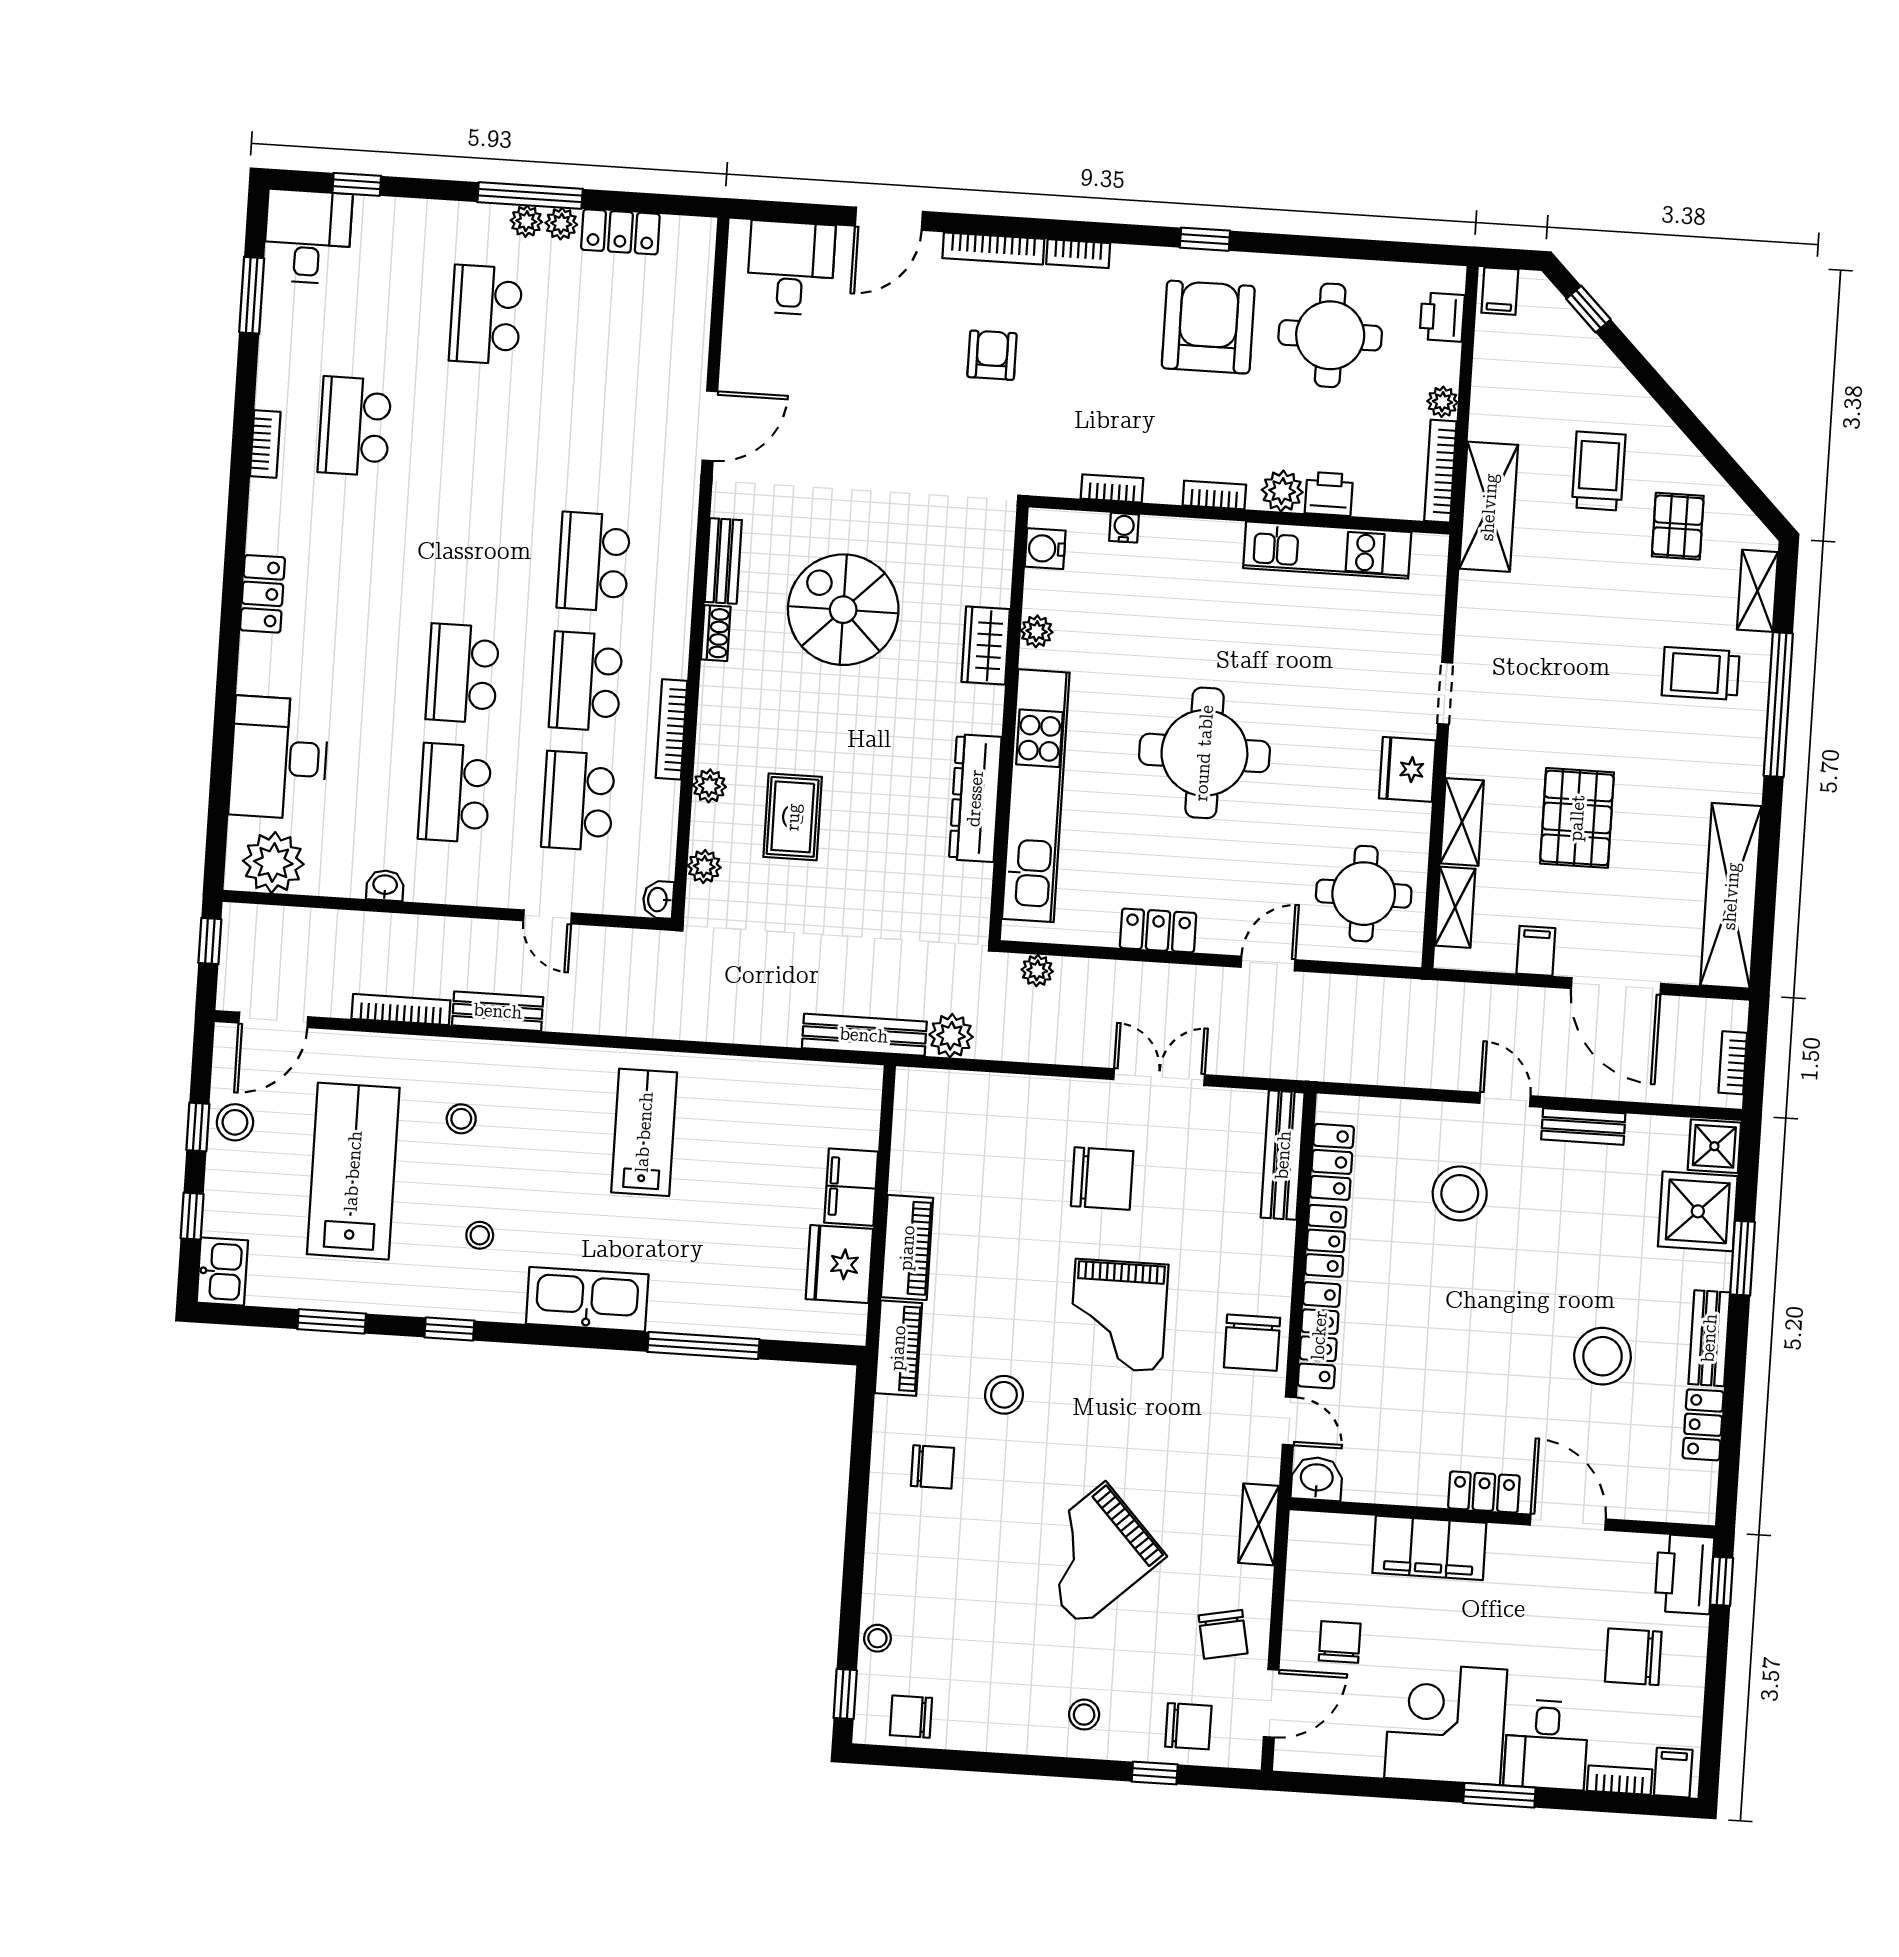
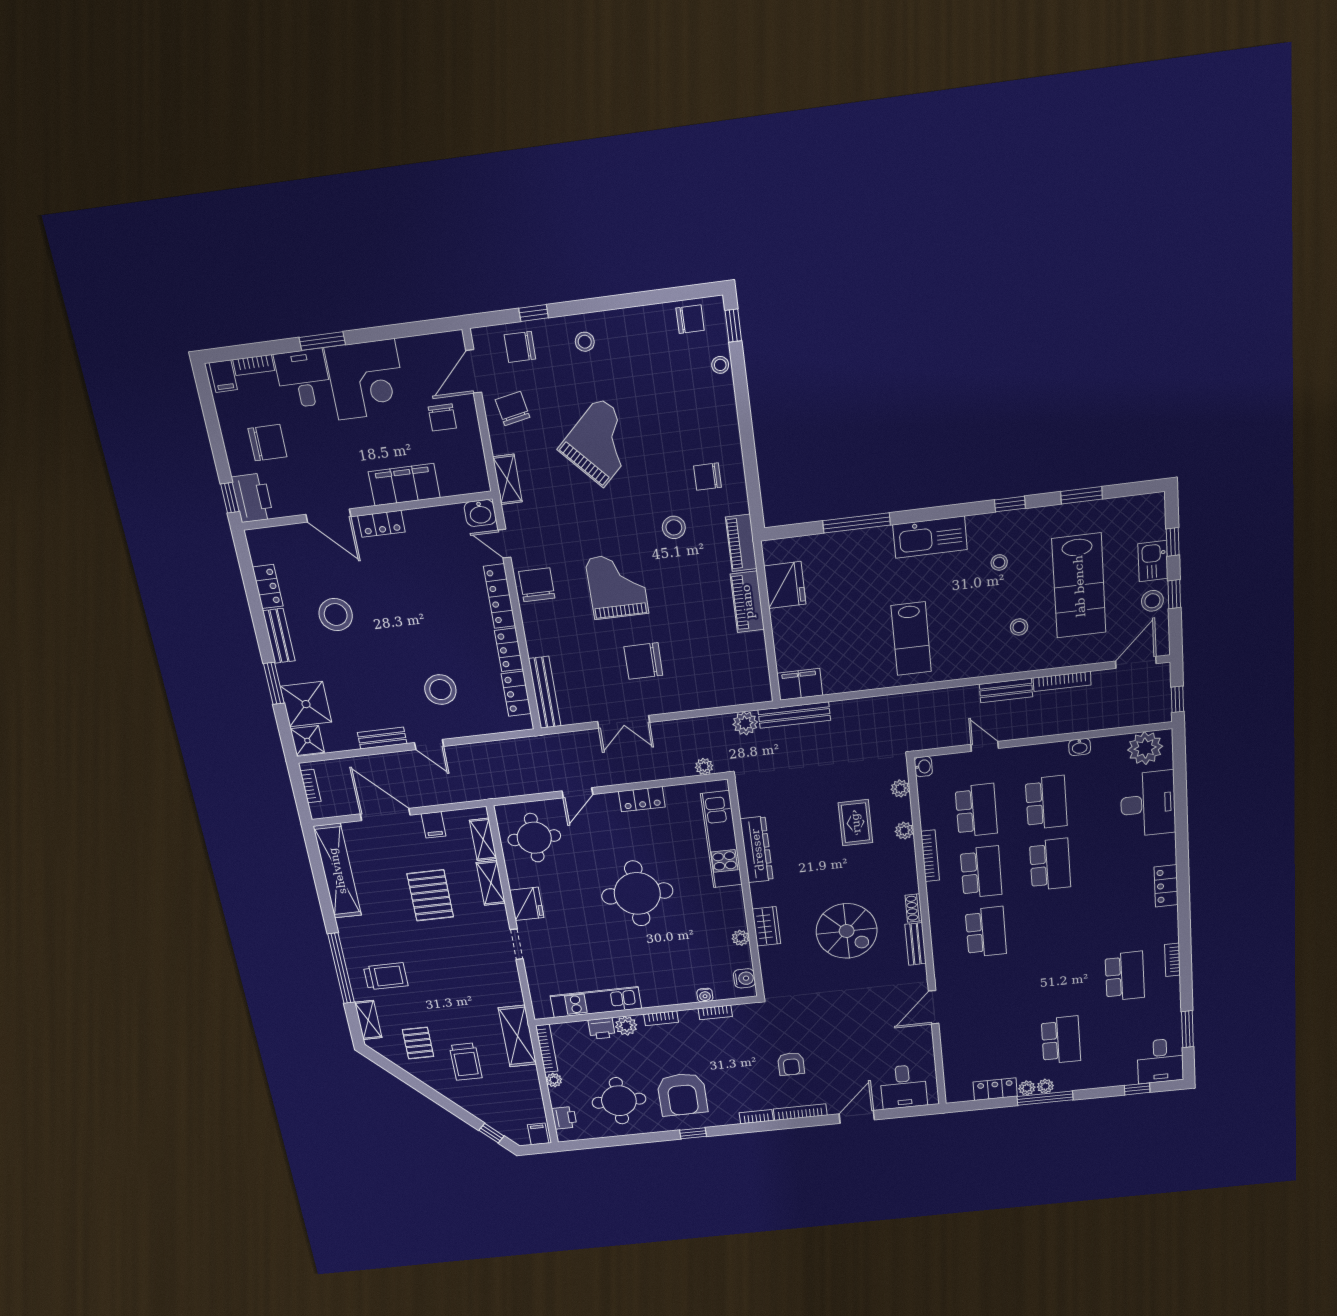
kitchen unit: (1036, 796) -> (721, 839), width x0.73
filing cabinet: (851, 1187) -> (800, 684), moved, turned -90
kitchen sink: (222, 1272) -> (1153, 561), moved

